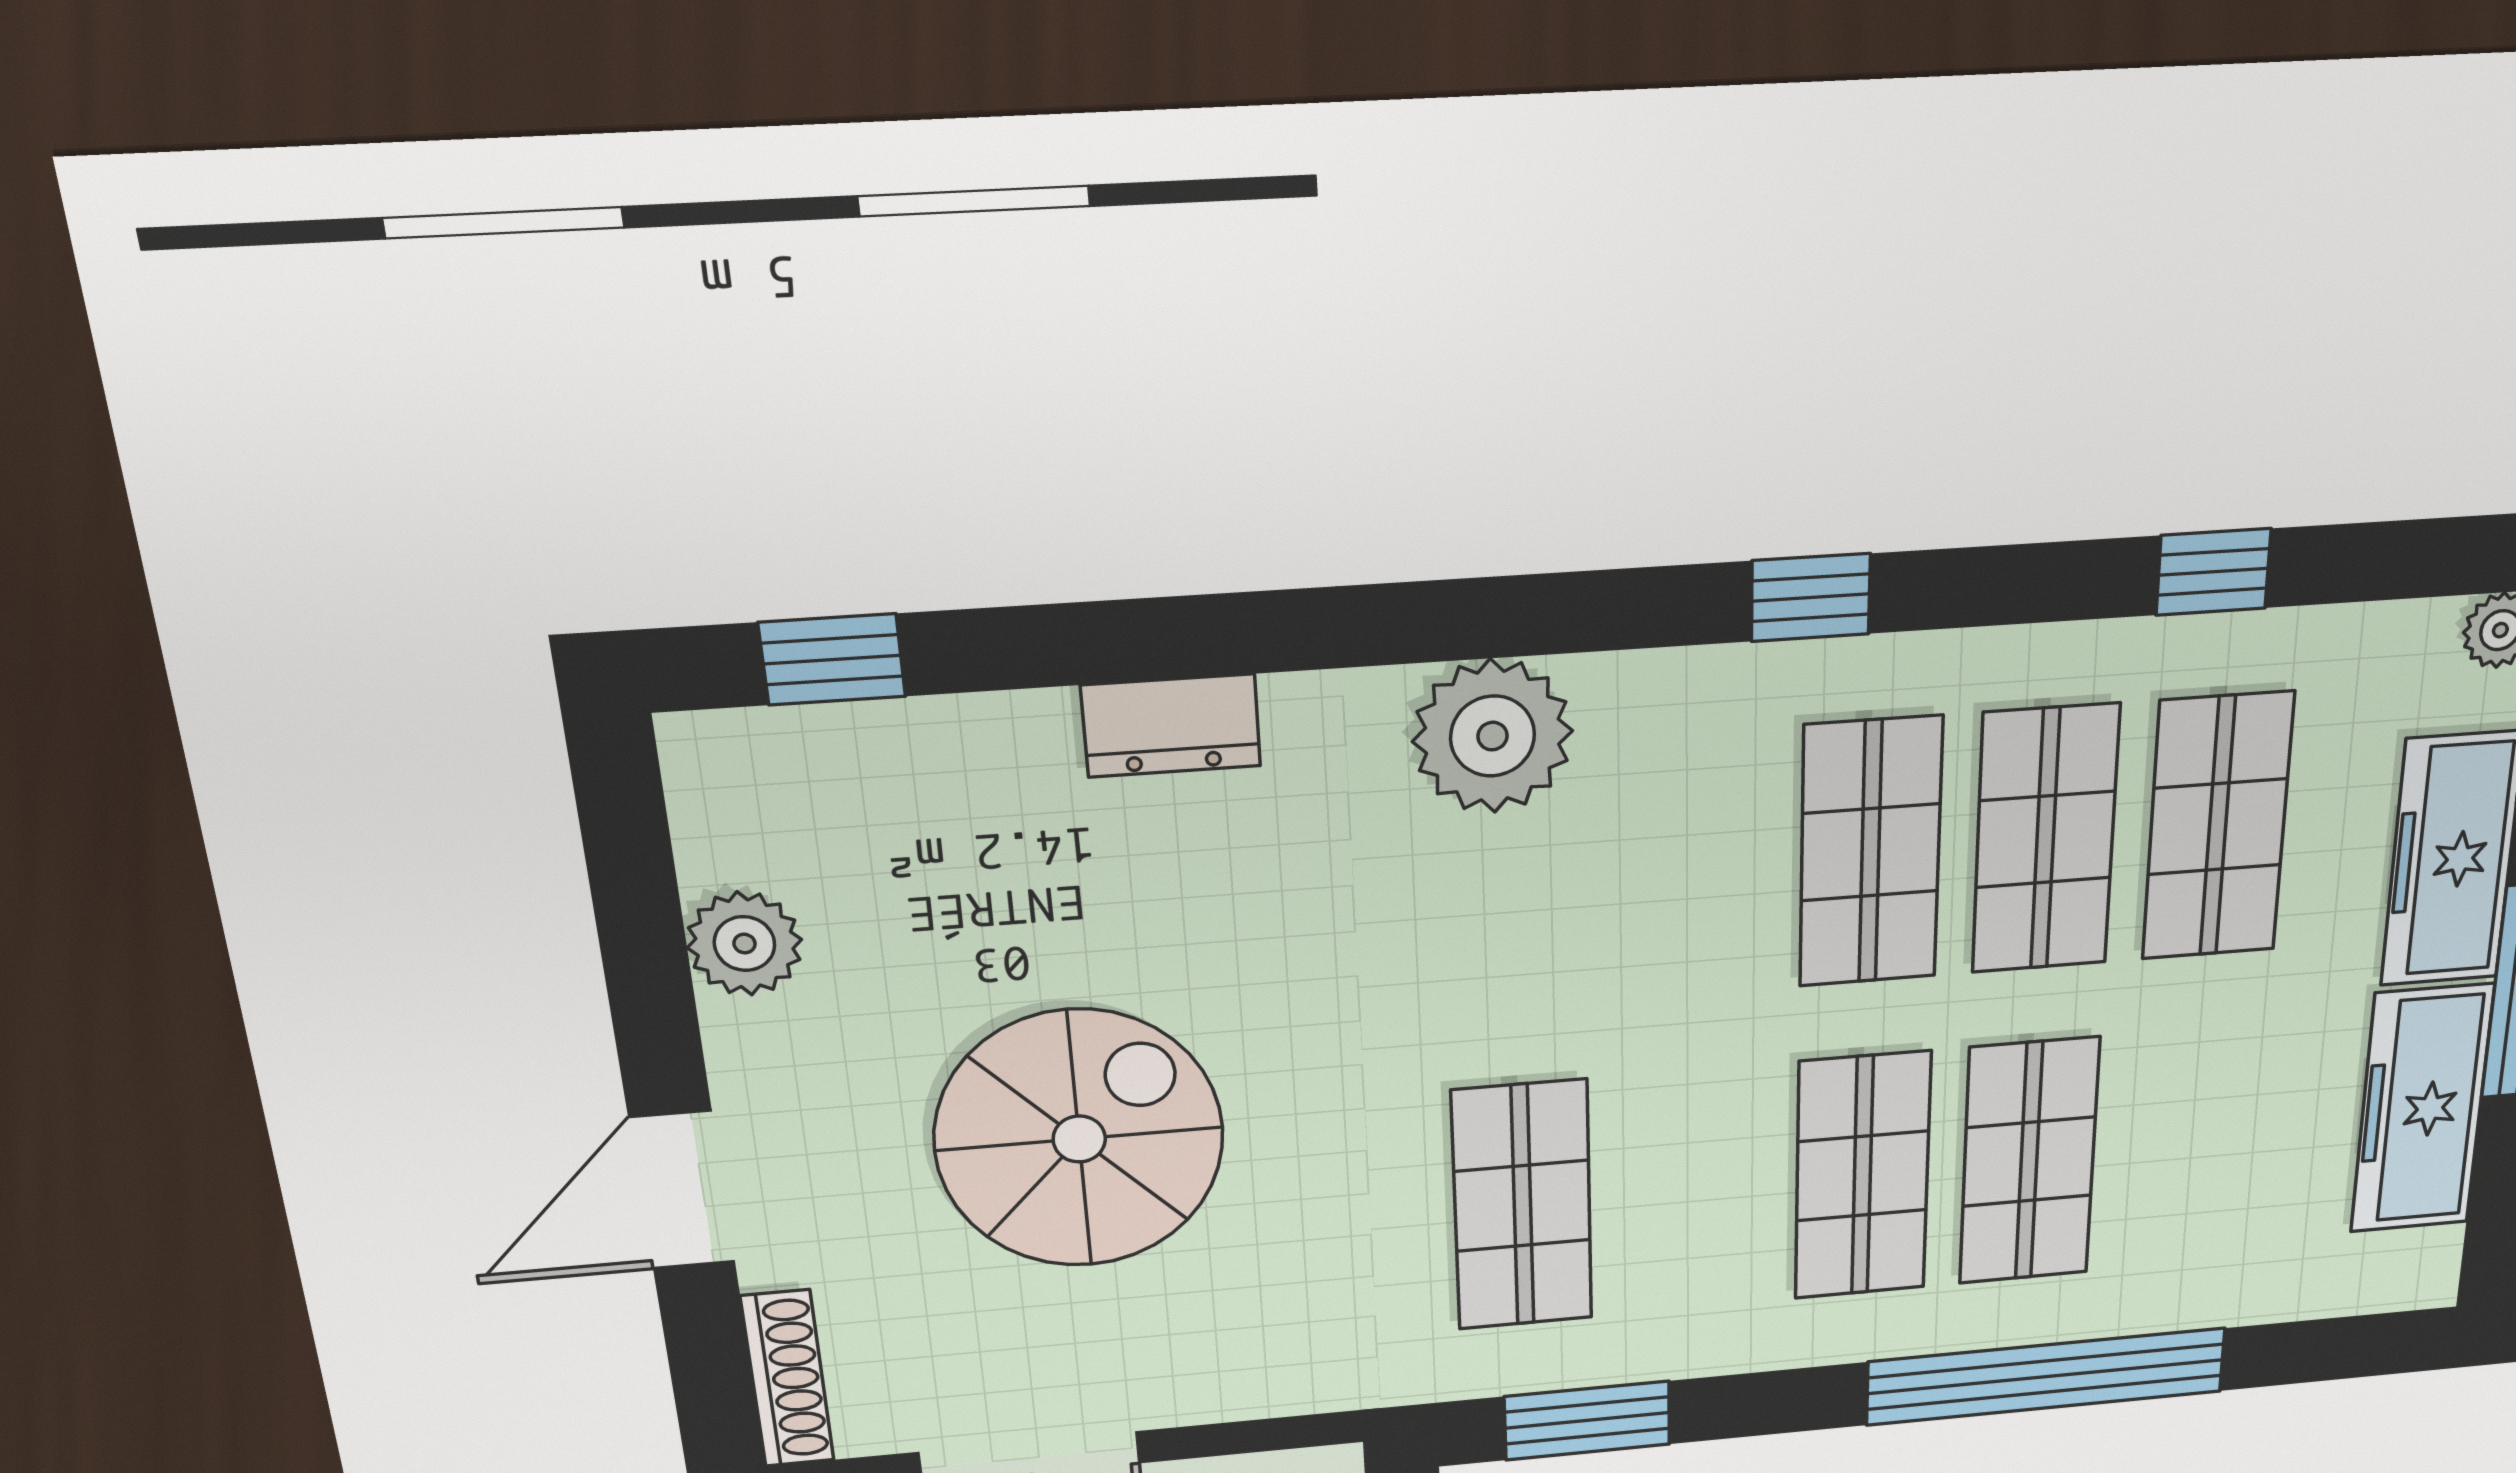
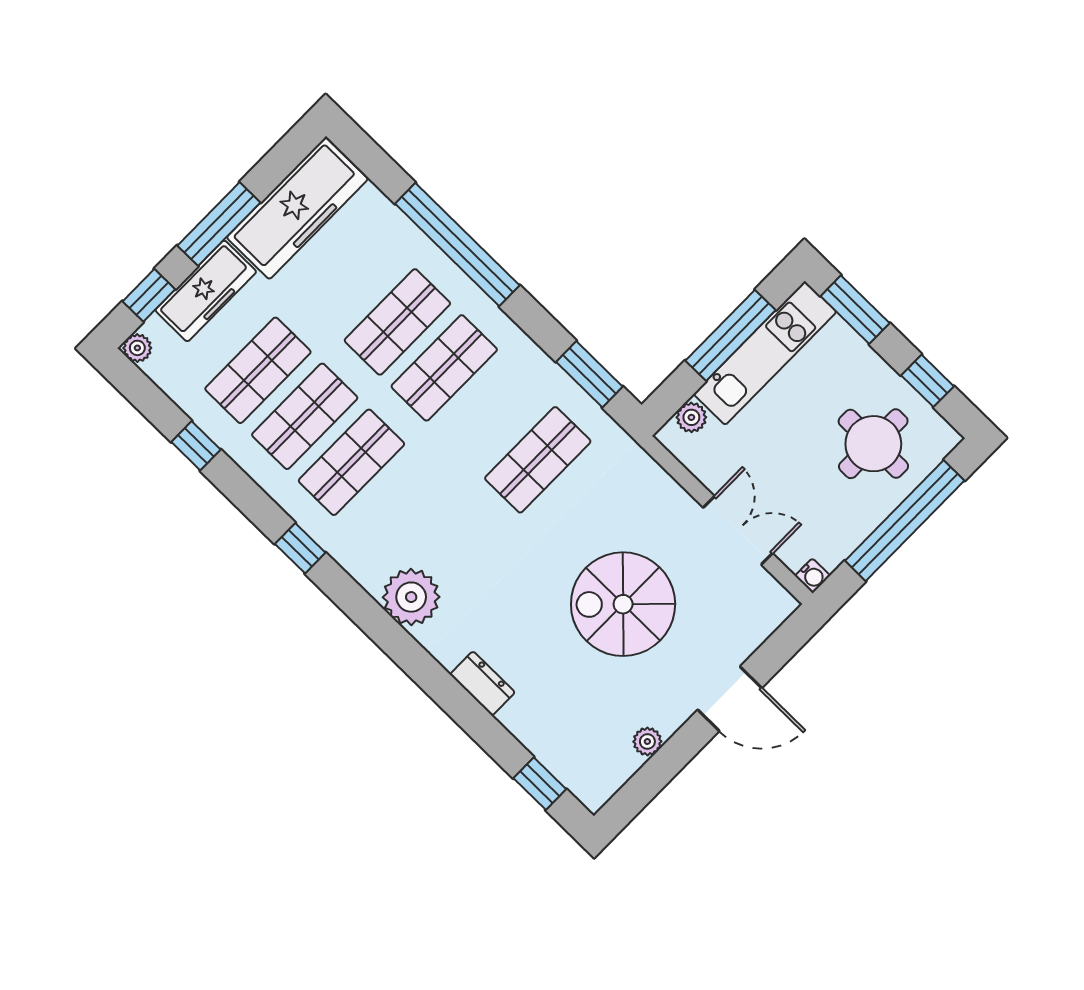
plant: (744, 944) -> (647, 741), width x0.73, depth x0.73
freezer: (2422, 1109) -> (297, 208), width x1.36, depth x1.26
shoe rack: (788, 1379) -> (768, 622), removed

